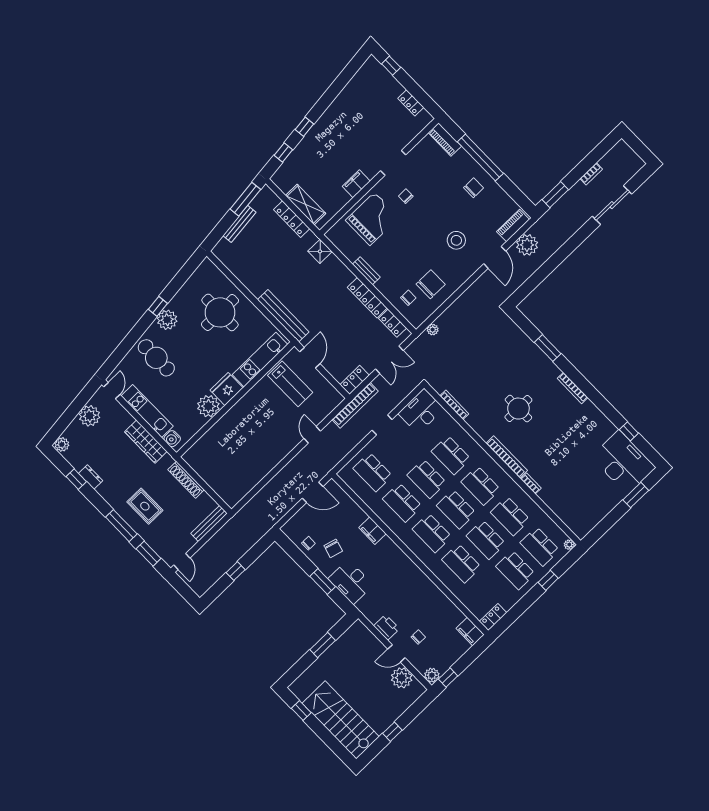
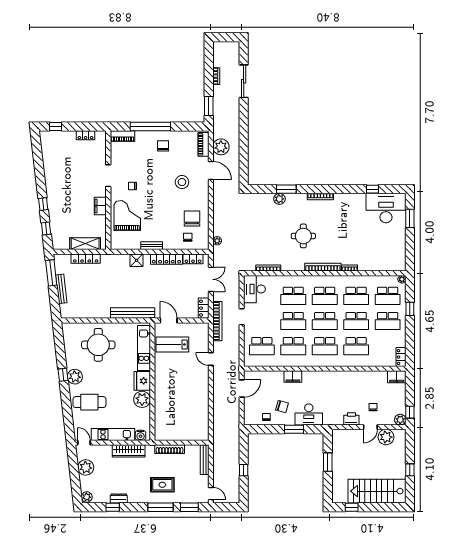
shower: (320, 251) -> (137, 260), moved
plant: (532, 350) -> (279, 199), added
lab bench: (290, 384) -> (172, 344), turned 180

